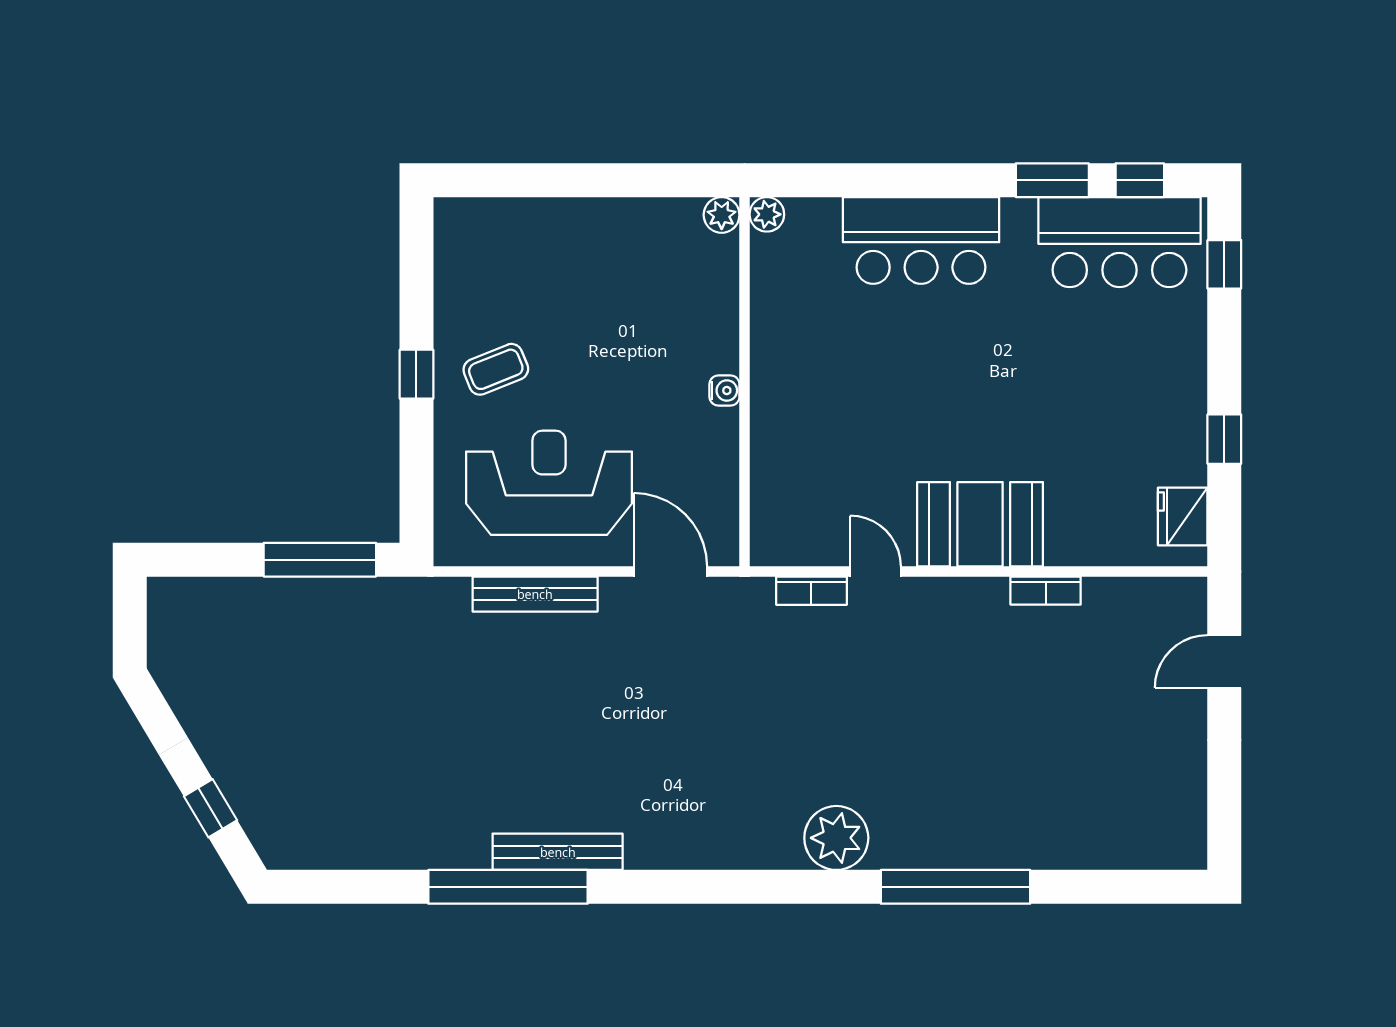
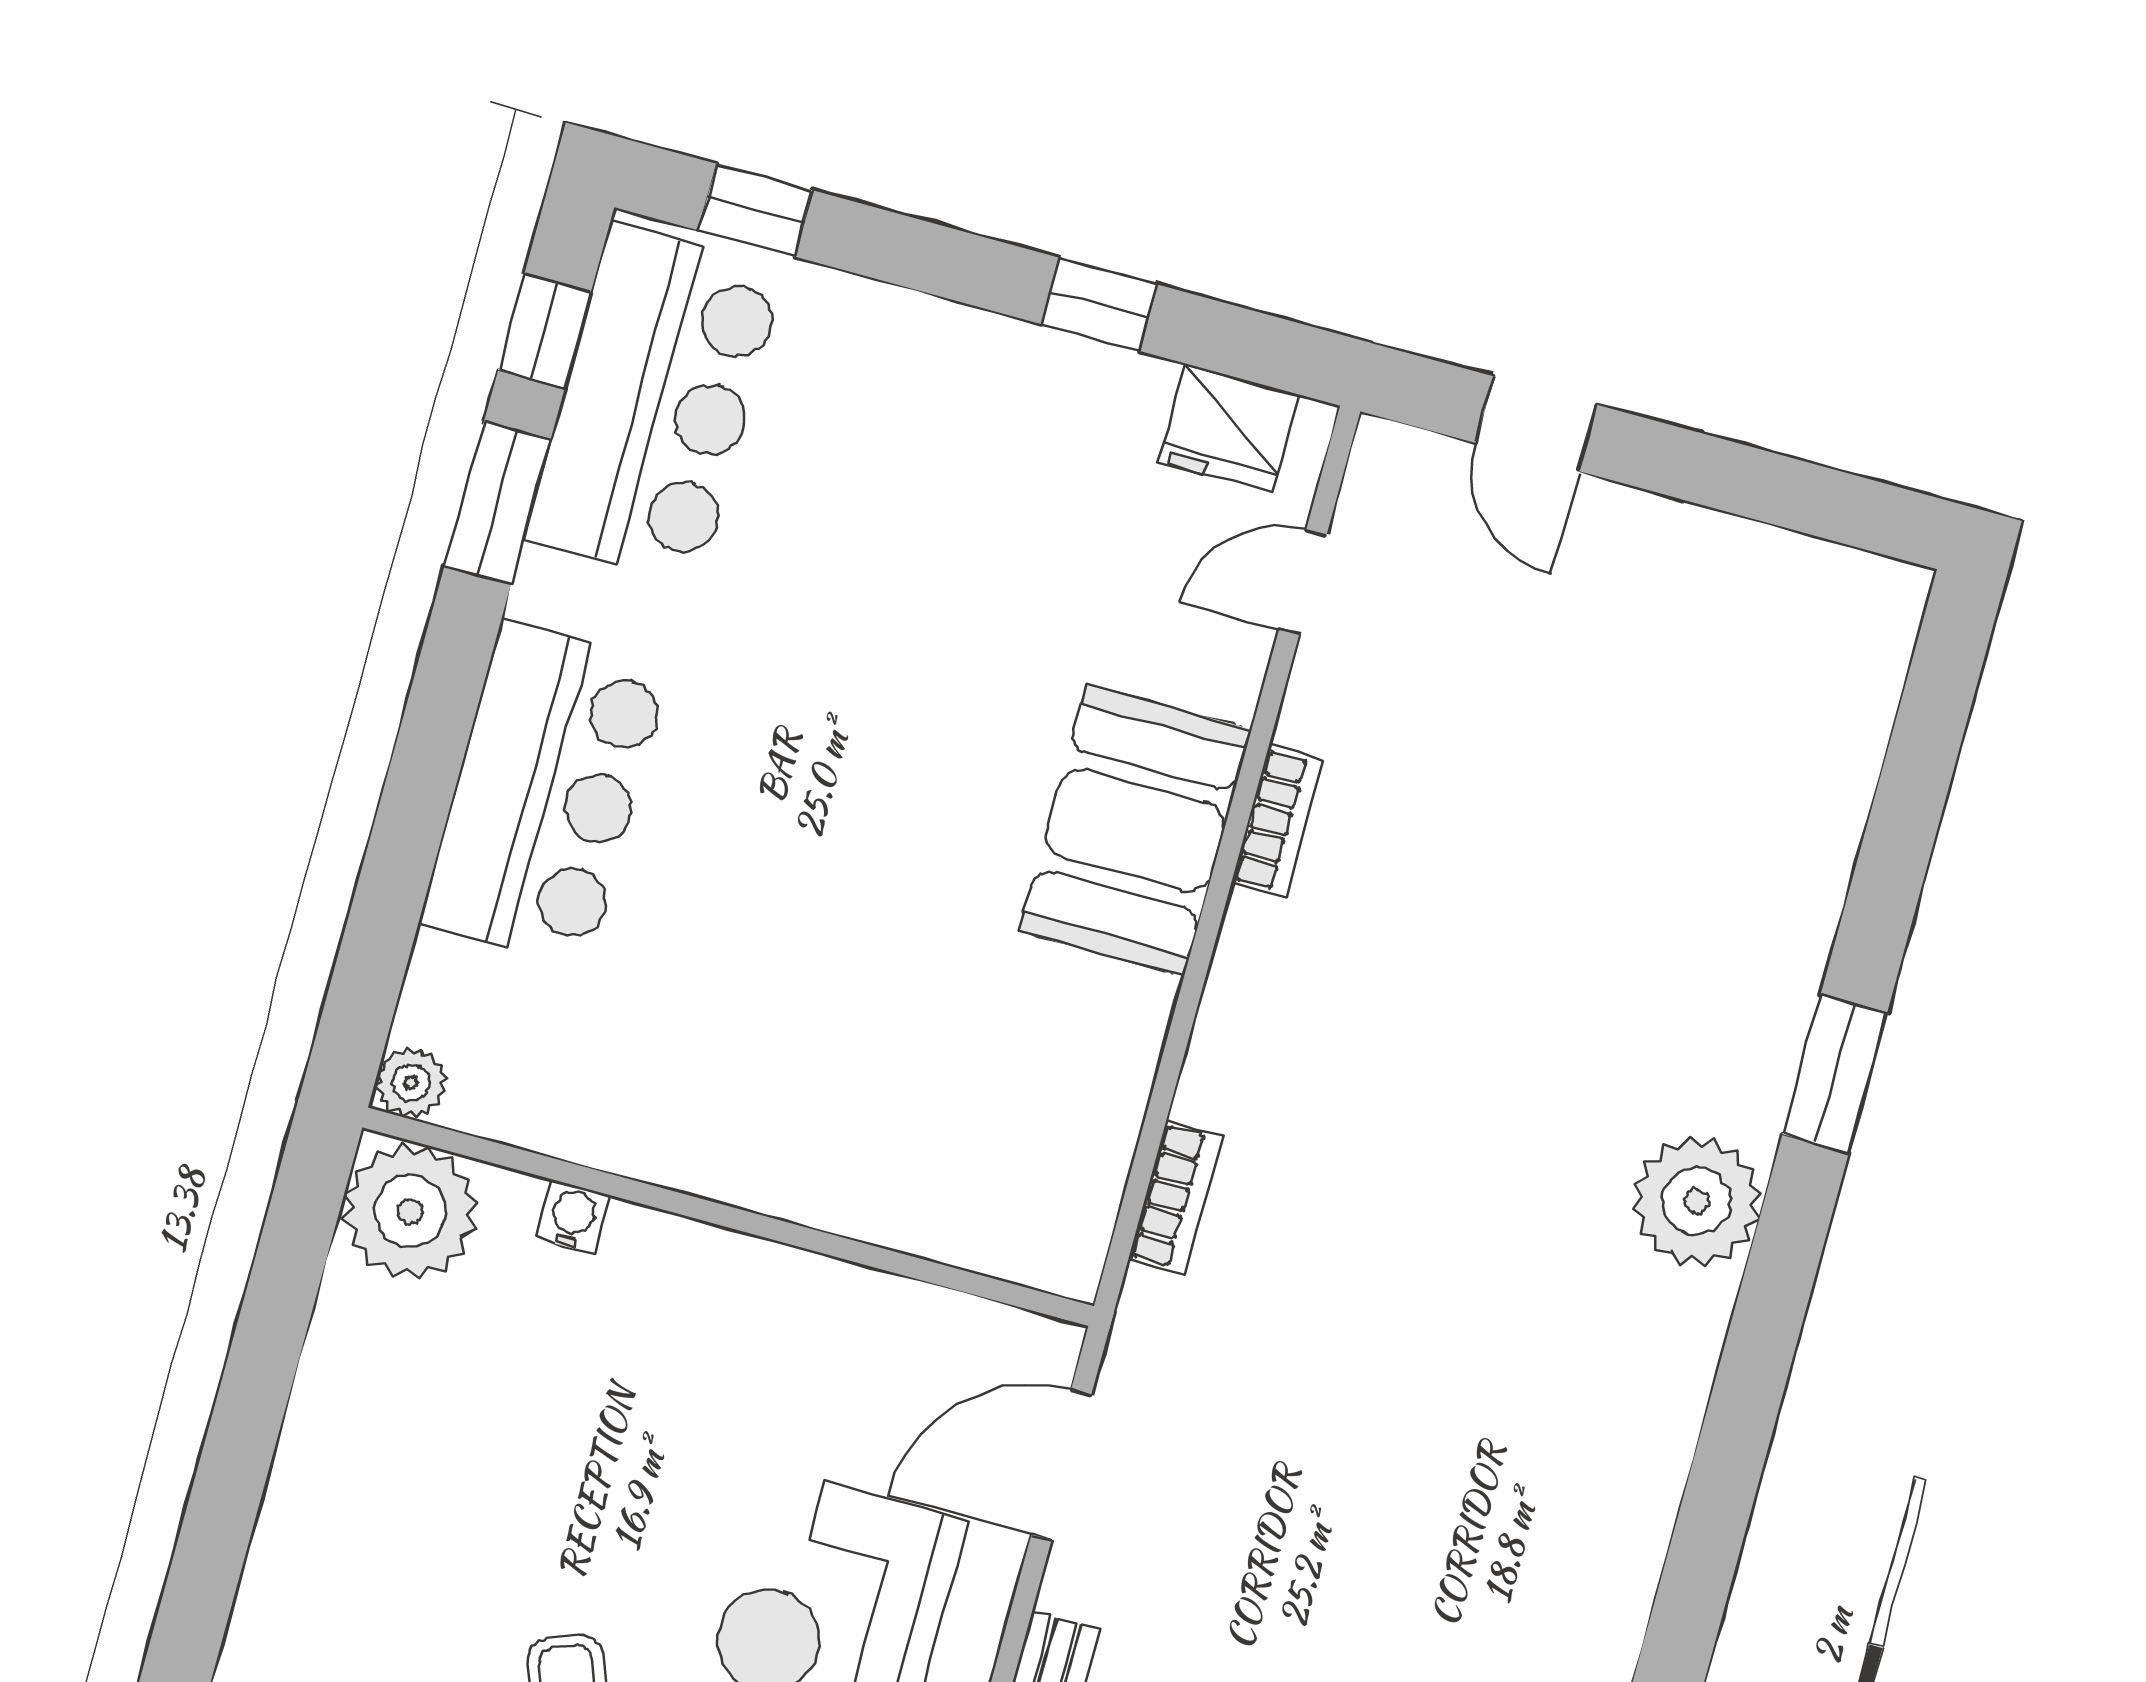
plant: (722, 215) -> (410, 1211), width x1.88, depth x1.88
water cooler: (724, 391) -> (572, 1217), moved
door: (875, 571) -> (1303, 582), moved
bookcase: (1046, 591) -> (1278, 822), moved
plant: (836, 838) -> (1697, 1201), moved
window: (956, 887) -> (1835, 1074), width x0.47

